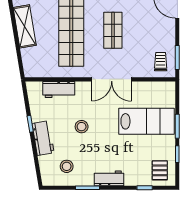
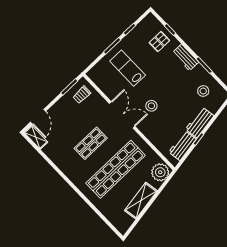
plant: (33, 65) -> (160, 172), added
workbench: (59, 89) -> (182, 146), moved, turned -99
lab bench: (146, 121) -> (128, 68), width x0.73, depth x0.72
stool: (82, 127) -> (151, 106), moved
pallet: (160, 170) -> (159, 42), moved

